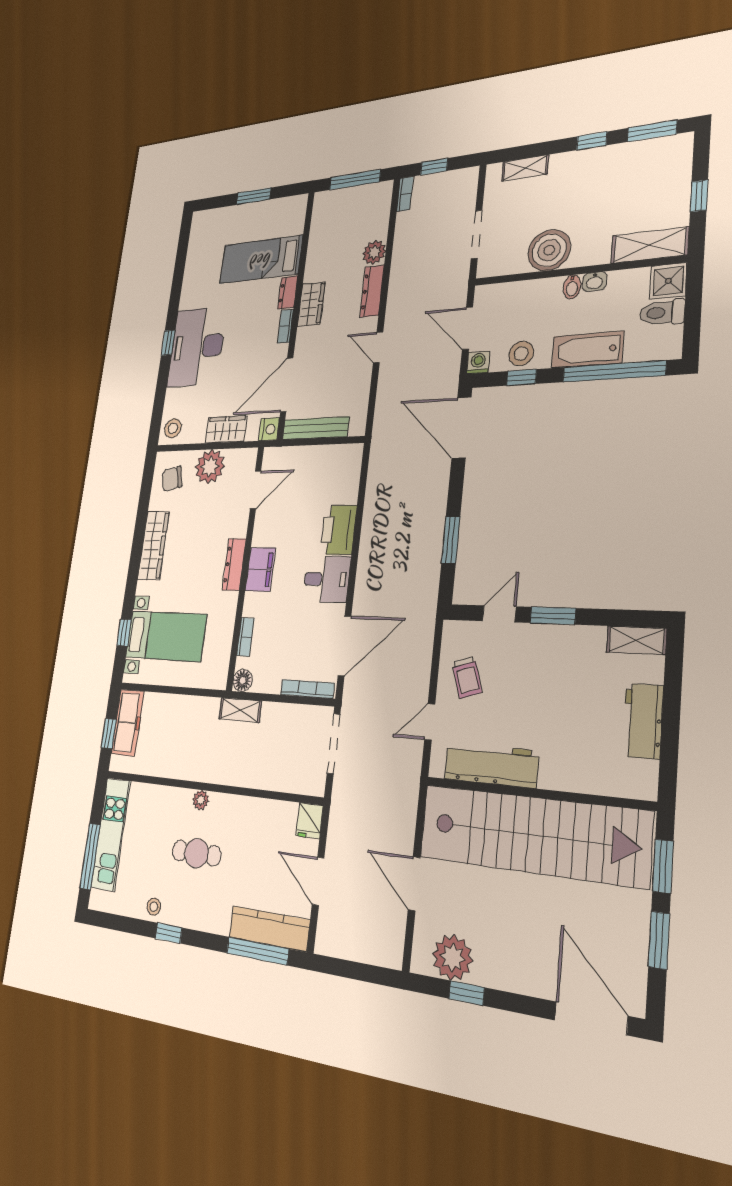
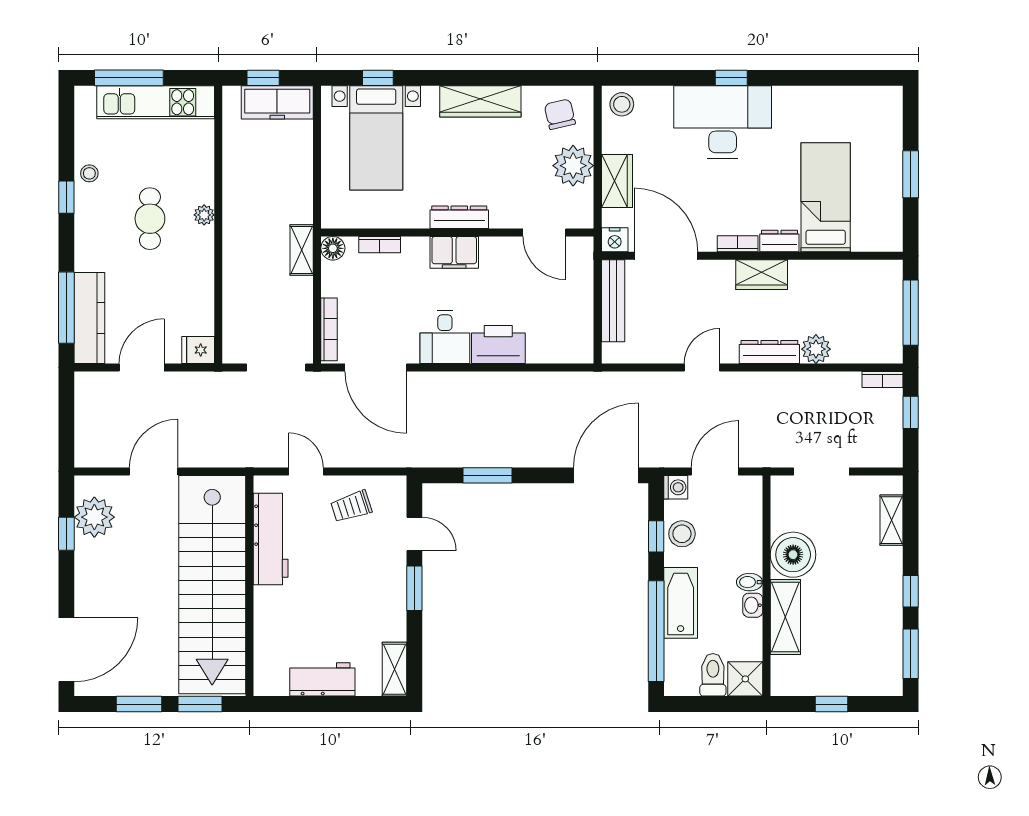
shelving: (650, 245) -> (785, 617), moved

